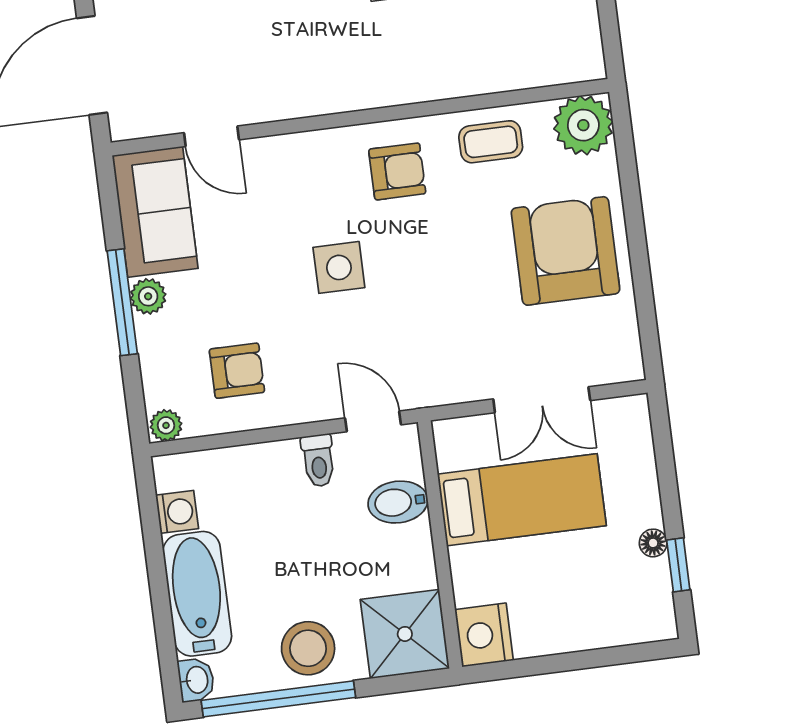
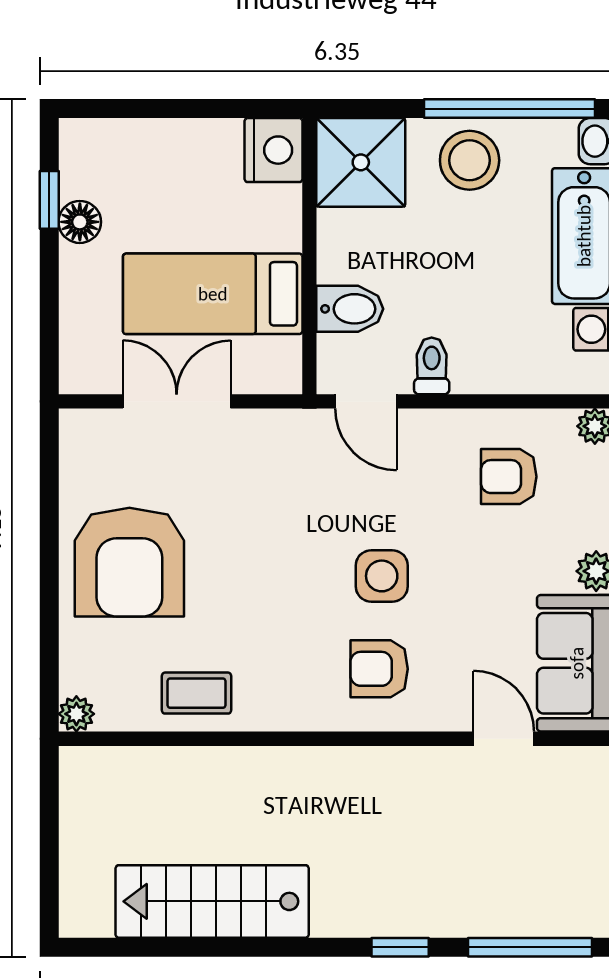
plant: (583, 125) -> (76, 714), width x0.53, depth x0.53
armchair: (397, 171) -> (379, 669), moved
floor lamp: (653, 543) -> (80, 222), width x1.37, depth x1.37

